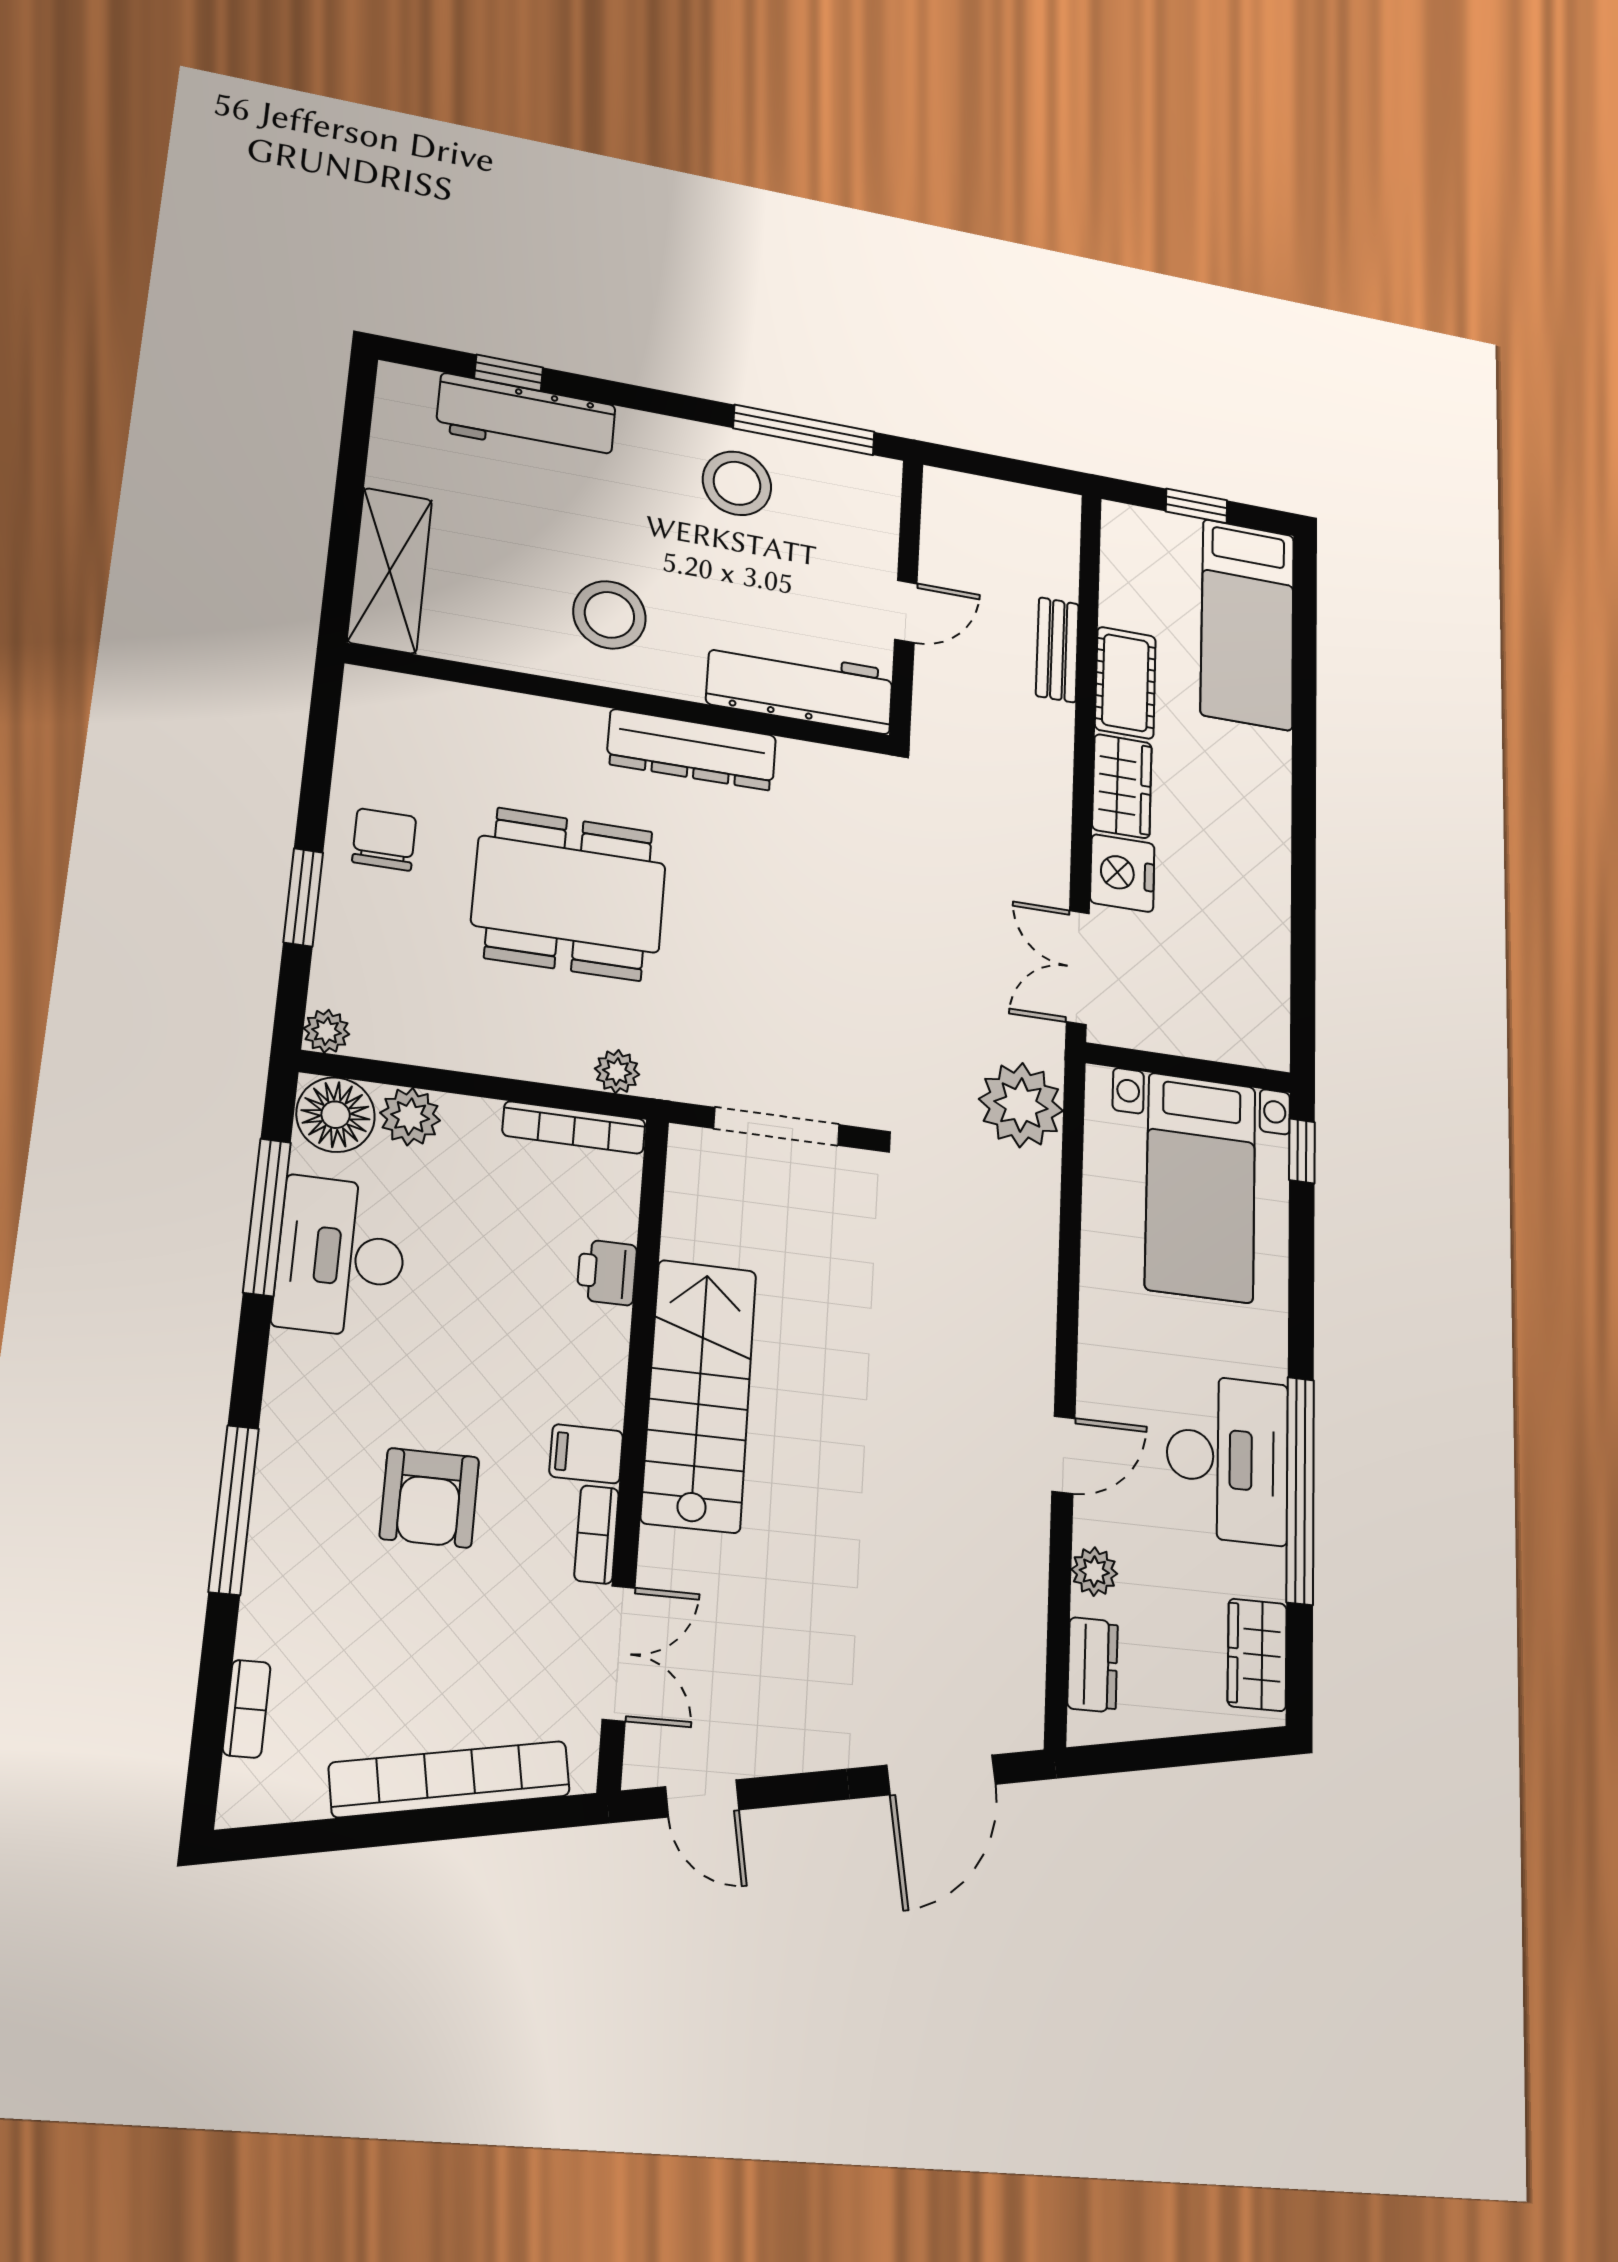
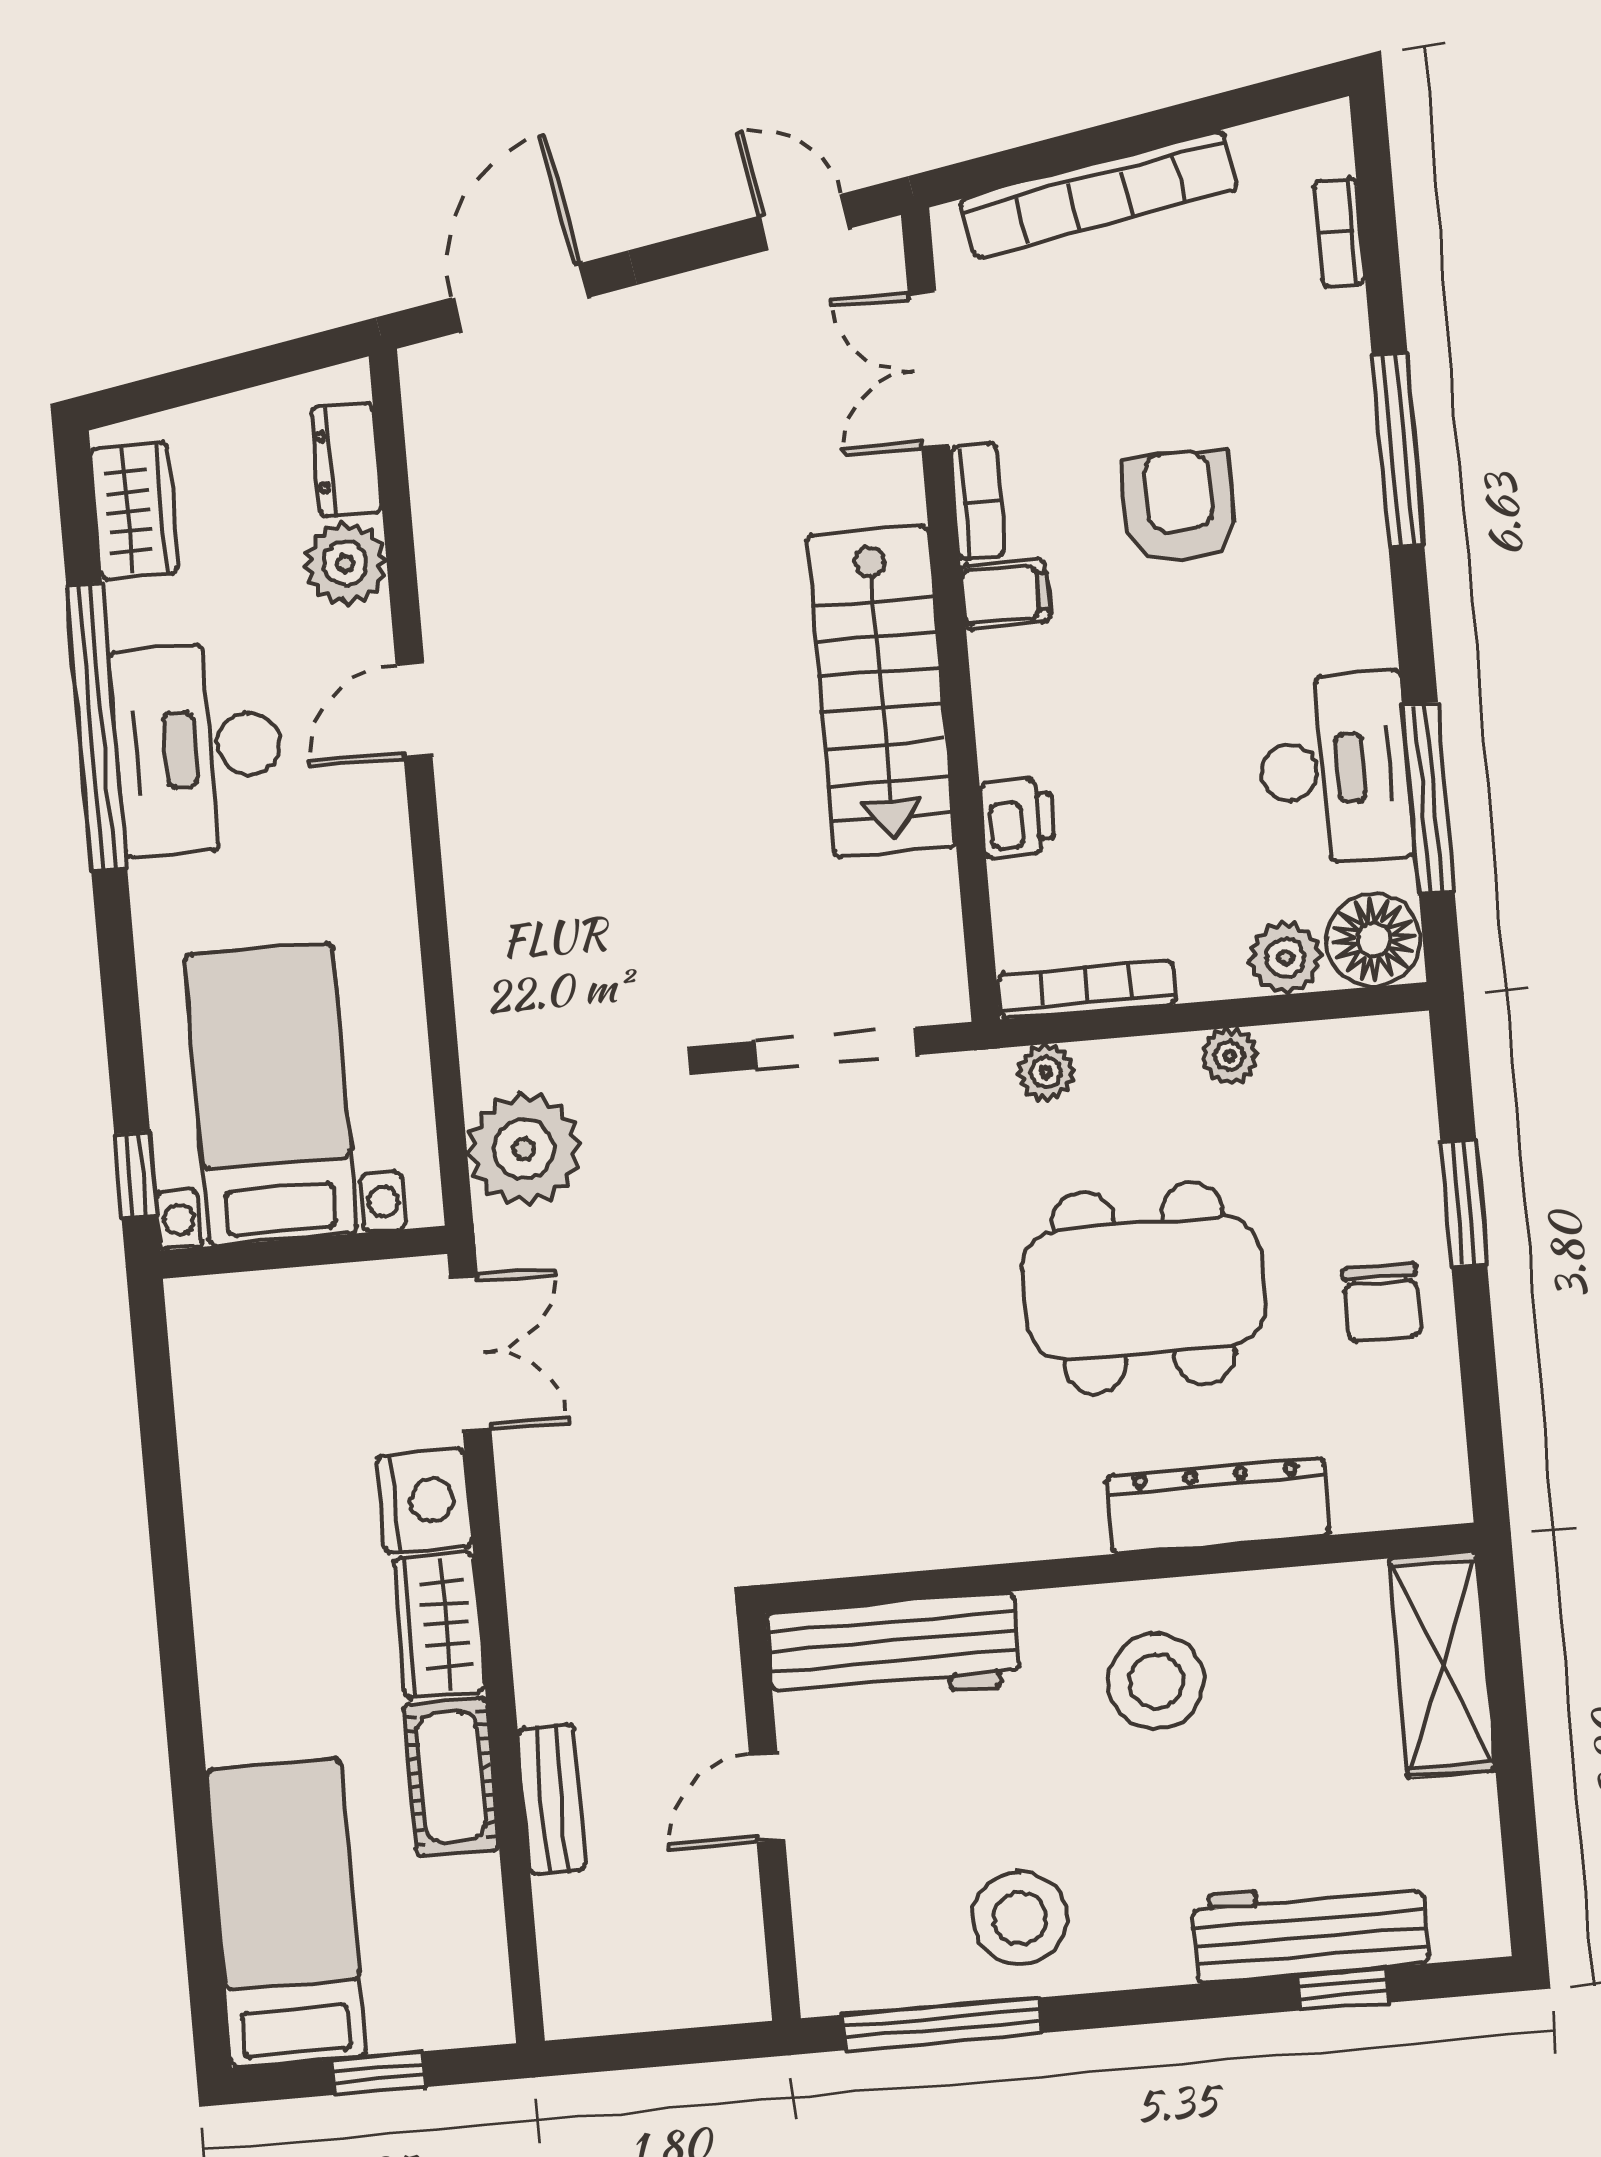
dresser: (692, 750) -> (1218, 1506), moved
plant: (326, 1031) -> (1229, 1056), moved
plant: (1094, 1572) -> (345, 563), width x1.38, depth x1.38

